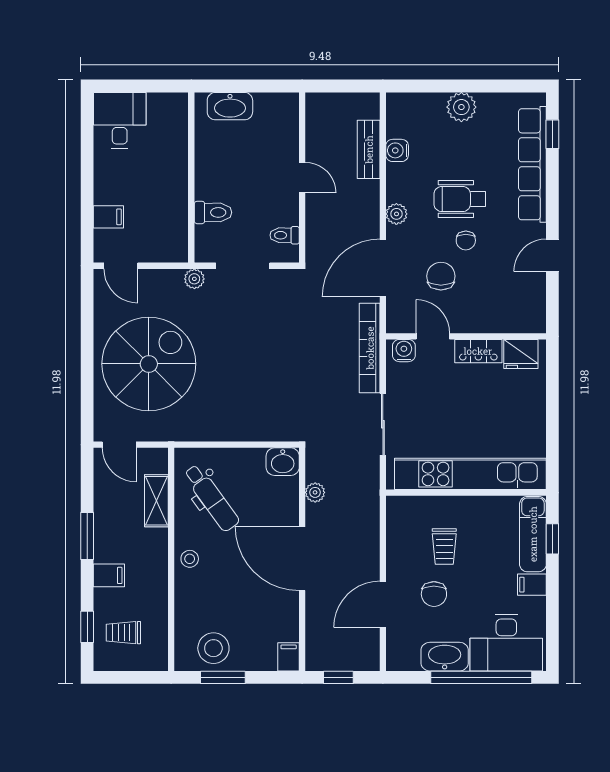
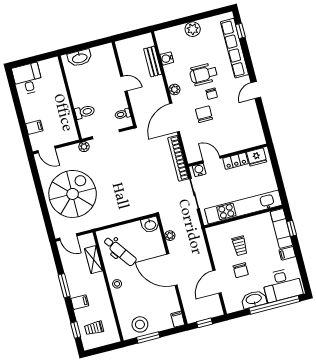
door: (433, 336) -> (211, 159), moved
wall: (466, 336) -> (228, 155), moved
water cooler: (404, 351) -> (199, 170), moved
locker: (478, 351) -> (236, 161), moved
fridge: (521, 354) -> (257, 157), moved

